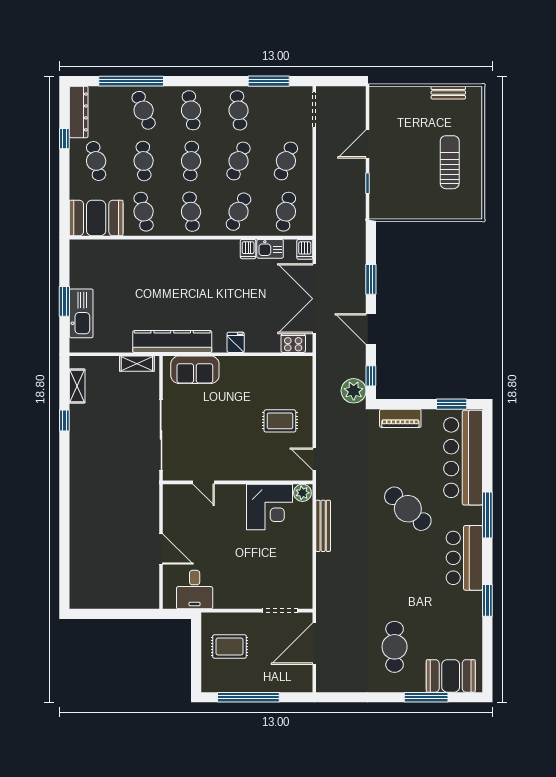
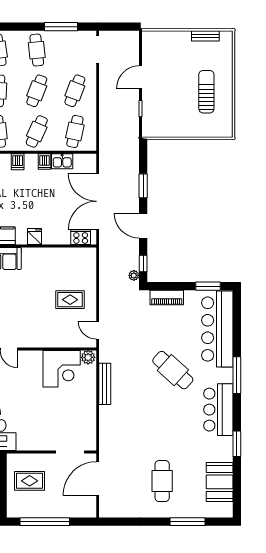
dishwasher: (305, 249) -> (18, 162), moved
plant: (354, 391) -> (134, 275), width x0.53, depth x0.53
booth: (451, 676) -> (220, 482), moved, turned 90

